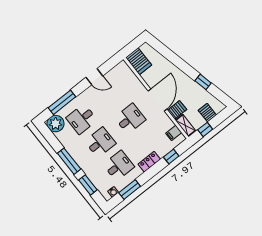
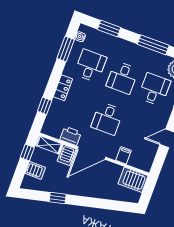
door: (158, 100) -> (92, 153), hinge flipped
printer: (165, 122) -> (71, 136), added
filing cabinet: (174, 133) -> (124, 155), moved
window: (69, 161) -> (153, 45), moved
desk: (119, 166) -> (90, 66), turned 180

